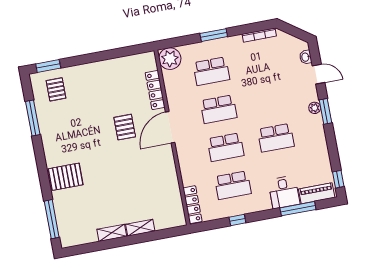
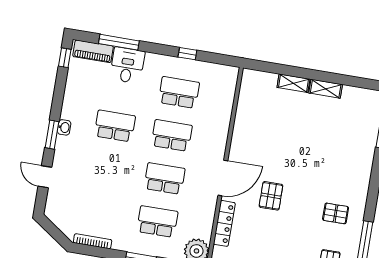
washbasin: (306, 57) -> (64, 127), moved
plant: (315, 108) -> (62, 143), removed
pallet: (66, 177) -> (336, 213), moved, width x0.67, depth x0.71
locker: (193, 205) -> (229, 87), removed

